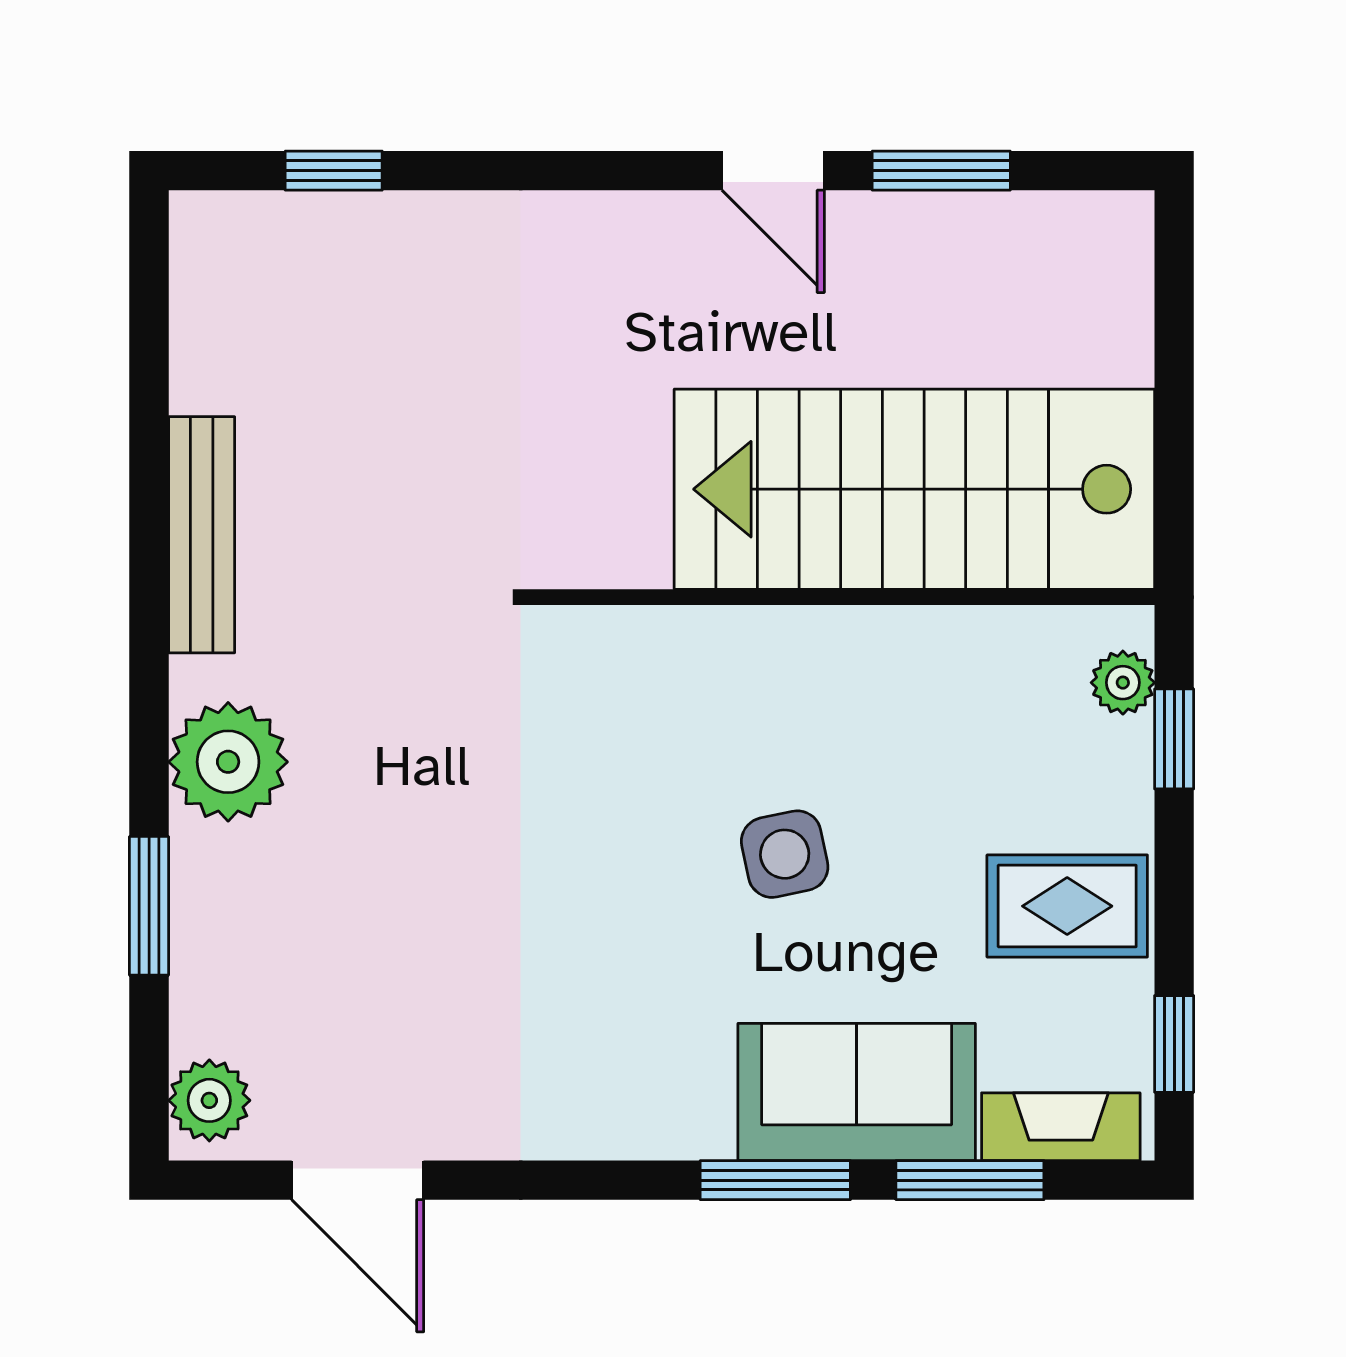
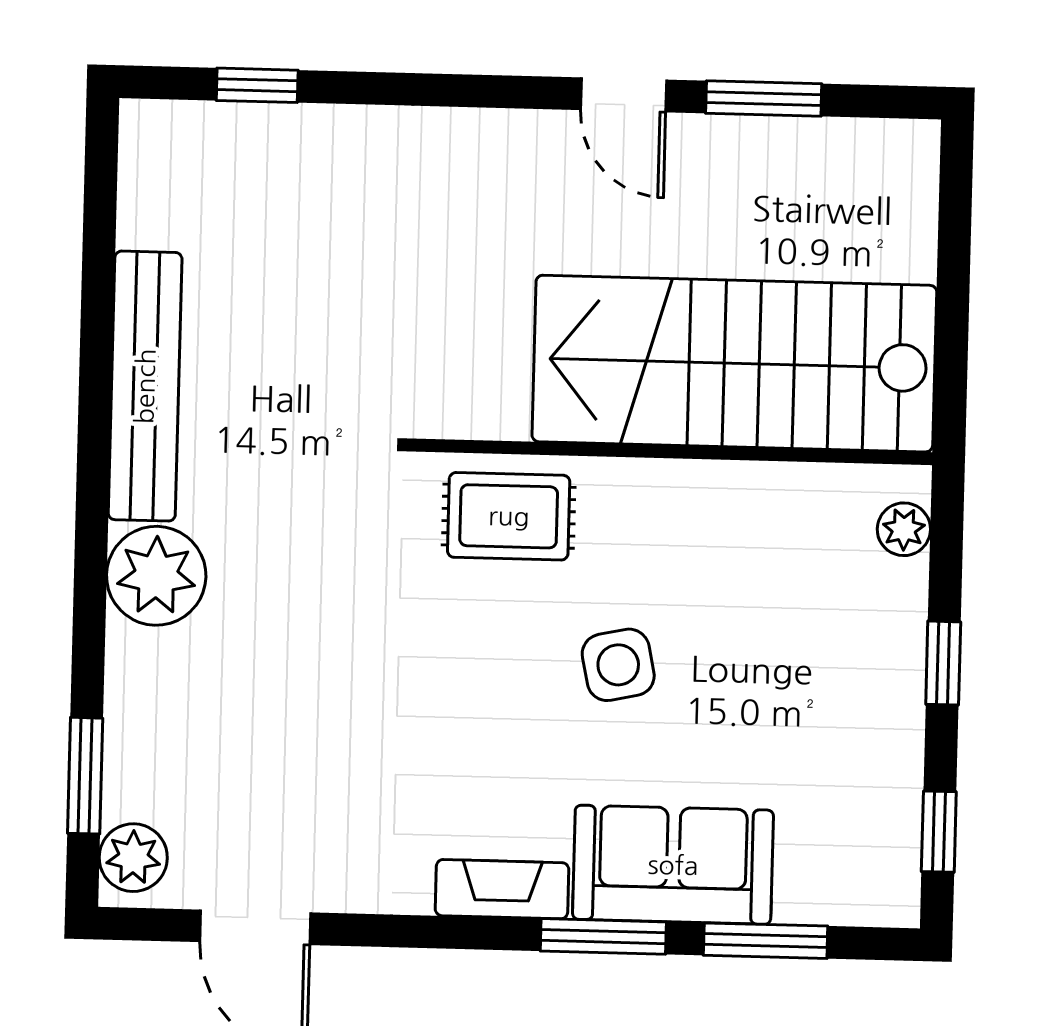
bench: (202, 535) -> (145, 386), width x1.37, depth x1.21
window: (1174, 739) -> (943, 663), moved
window: (149, 906) -> (85, 776), moved
rug: (1067, 906) -> (509, 516), moved
fireplace: (1061, 1127) -> (502, 889), moved

